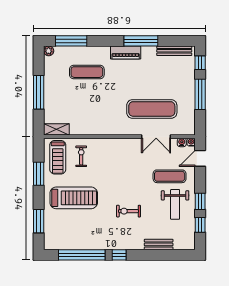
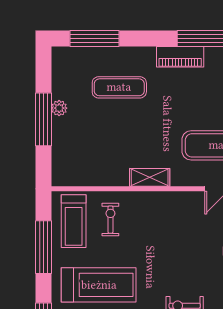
plant: (49, 51) -> (59, 108), moved
shelving: (56, 129) -> (150, 177), moved
window: (39, 174) -> (43, 247), width x1.44

